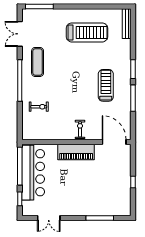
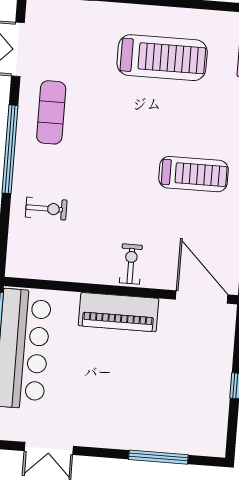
treadmill: (106, 85) -> (193, 174), turned 90

